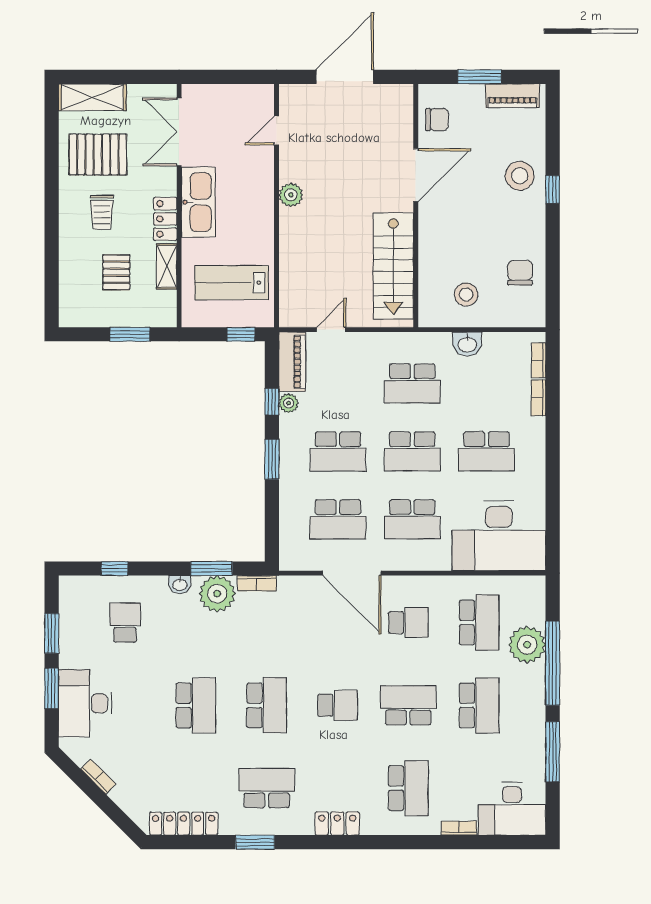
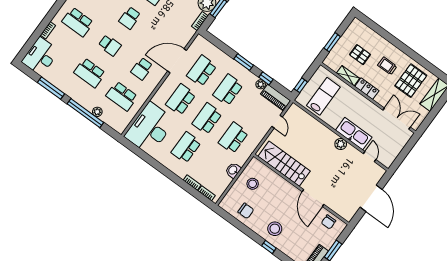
stool: (520, 176) -> (275, 229), moved
kitchen sink: (198, 202) -> (354, 134), moved, turned 180
plant: (527, 645) -> (97, 112), width x0.53, depth x0.53
school desk: (408, 705) -> (110, 45), width x0.54

